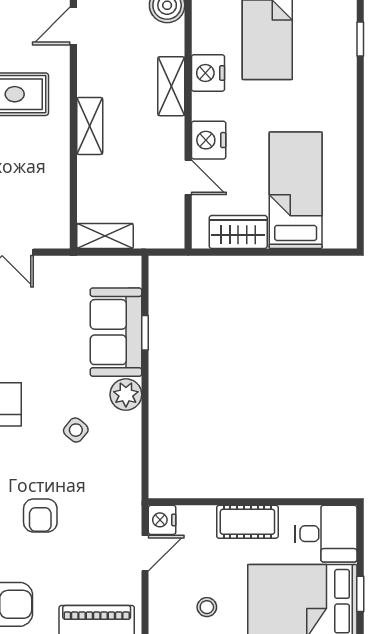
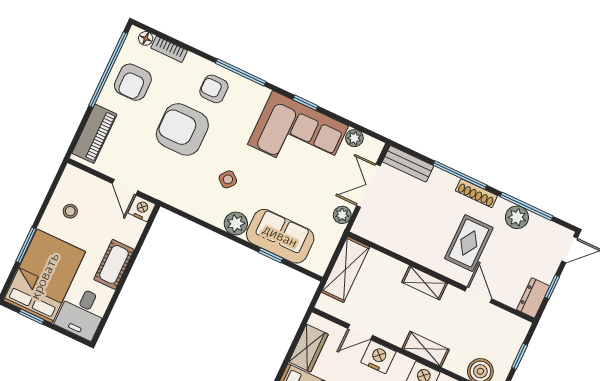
door: (73, 26) -> (478, 295), moved
shelving: (105, 236) -> (345, 269), width x1.50, depth x1.33
plant: (53, 268) -> (342, 215), added
armchair: (40, 516) -> (182, 129), width x1.88, depth x1.88

